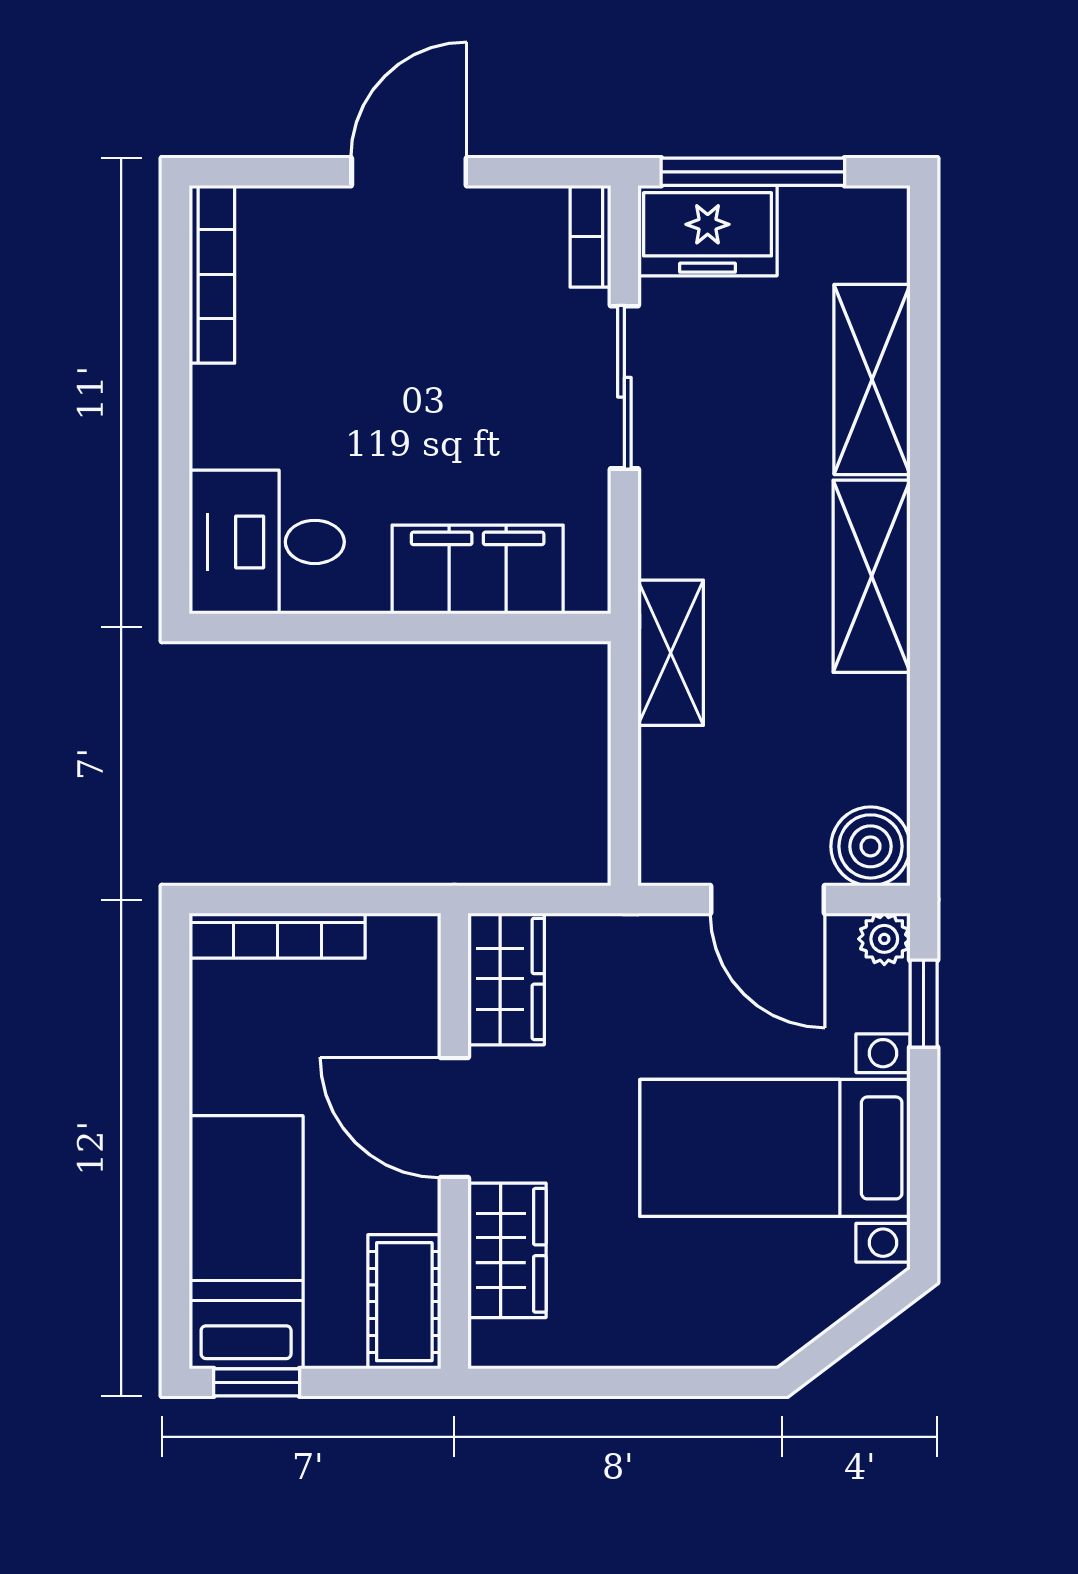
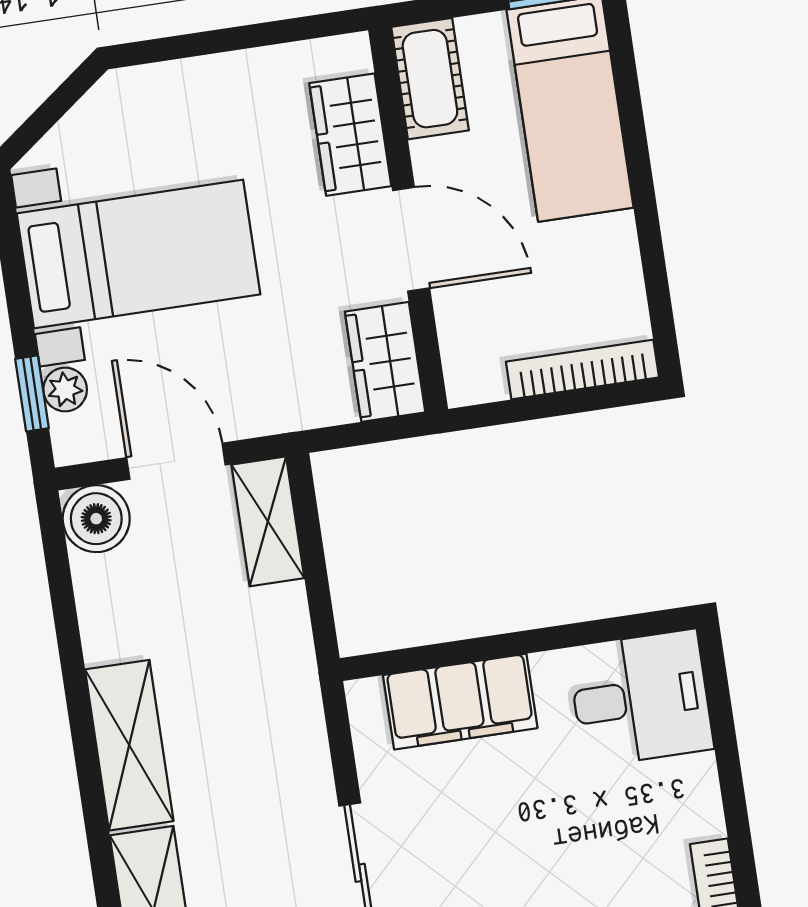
shelving: (671, 653) -> (268, 521), moved
plant: (884, 939) -> (65, 389), moved

